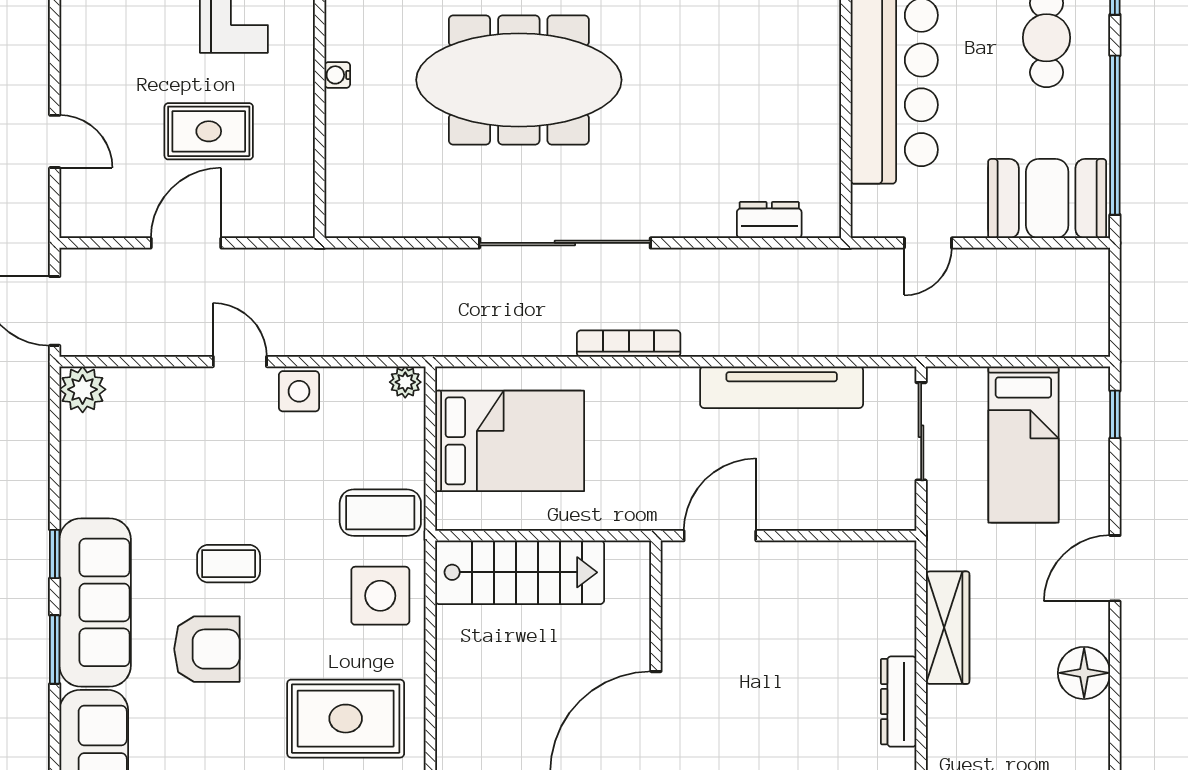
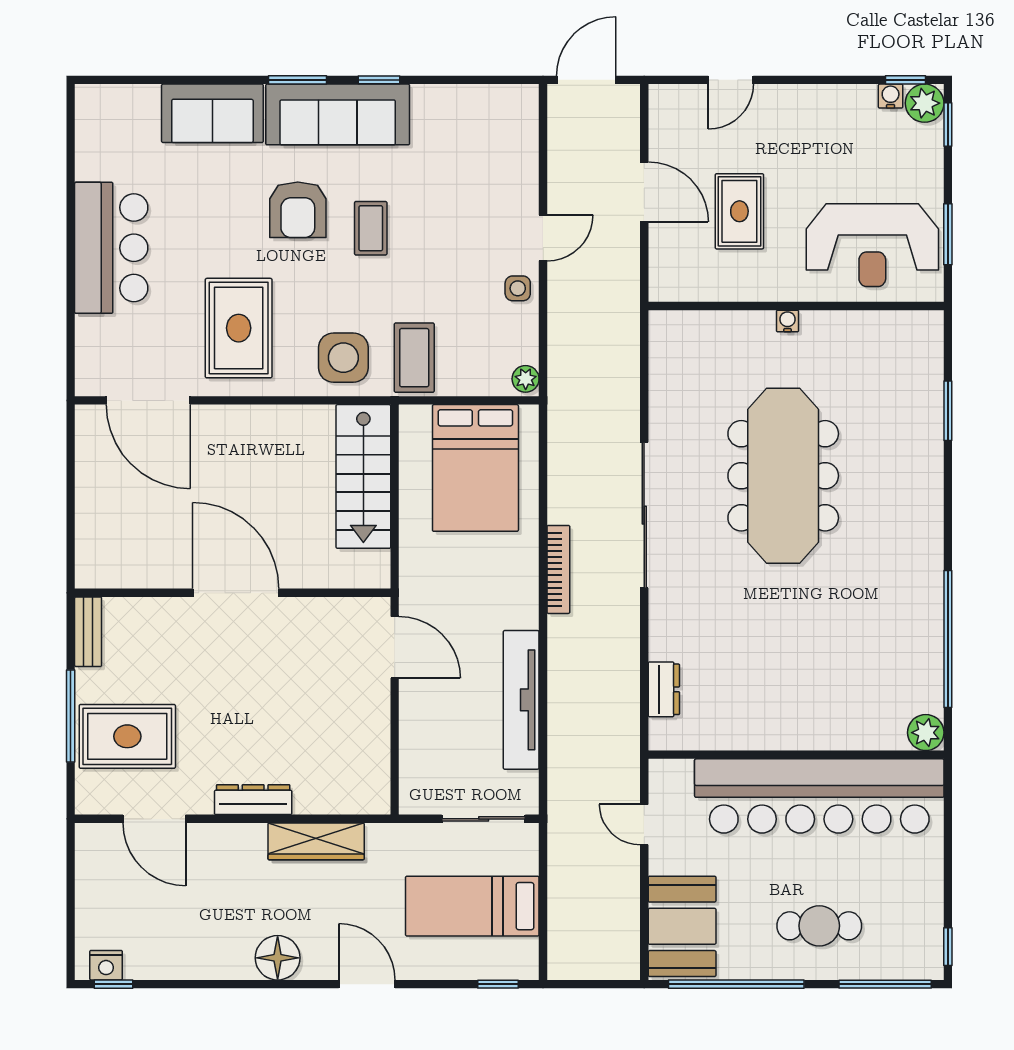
plant: (83, 389) -> (519, 104), removed
side table: (299, 391) -> (518, 288), width x0.73, depth x0.73

